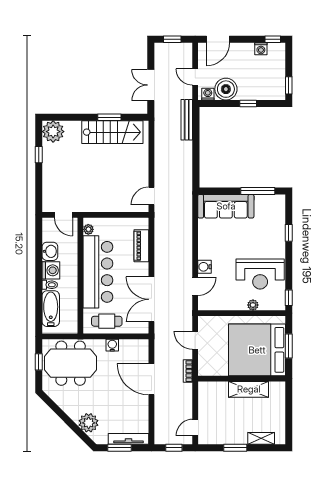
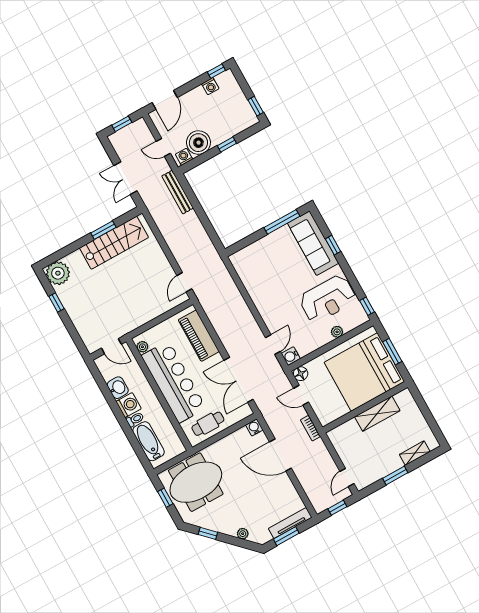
sofa: (226, 206) -> (313, 243), moved, turned 90
piano: (141, 246) -> (199, 336), width x1.37, depth x1.33
water cooler: (205, 267) -> (291, 356), moved
floor lamp: (204, 322) -> (301, 374), added
water cooler: (112, 345) -> (254, 427), moved
window: (57, 410) -> (208, 533), added
plant: (89, 423) -> (243, 534), width x0.53, depth x0.53

